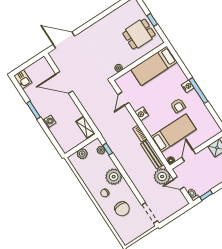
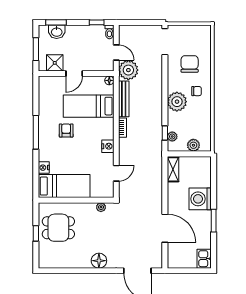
floor lamp: (95, 30) -> (99, 261), added
nightstand: (188, 86) -> (44, 168), moved
washing machine: (49, 122) -> (200, 199), width x1.89, depth x1.89
door: (189, 156) -> (74, 74), moved

